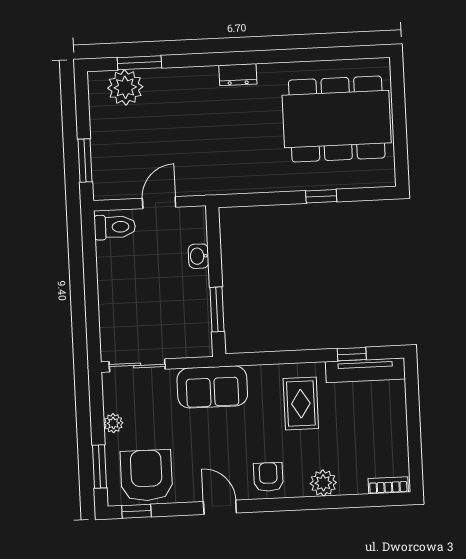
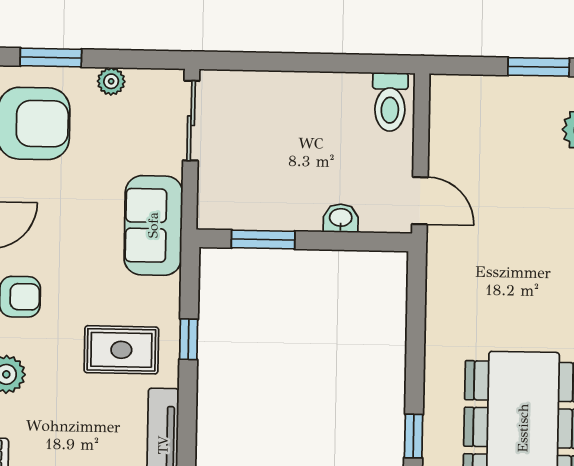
window: (85, 161) -> (539, 67), moved
window: (321, 196) -> (414, 436), moved
door: (159, 203) -> (420, 201), moved
window: (352, 354) -> (189, 339), moved

